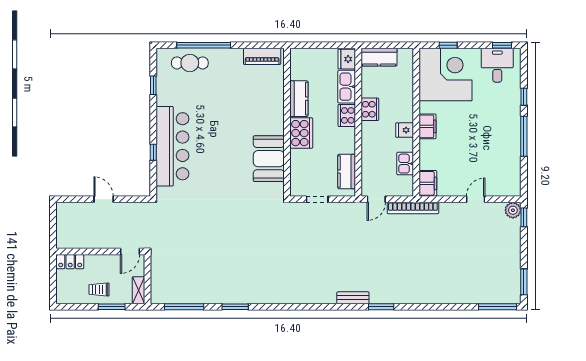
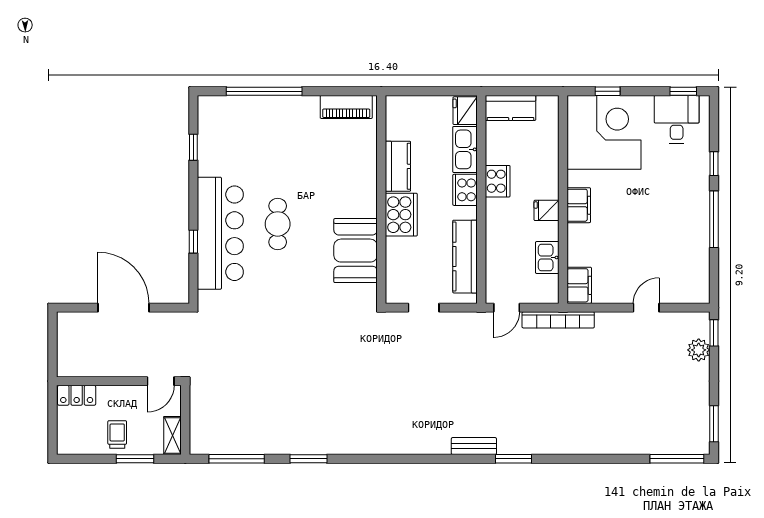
cafe table: (190, 63) -> (278, 224), moved, turned 90
kitchen counter: (347, 172) -> (465, 257), width x1.50
door: (104, 199) -> (123, 308), width x1.87
plant: (513, 210) -> (699, 350), moved
trolley: (99, 290) -> (117, 434), turned 90

